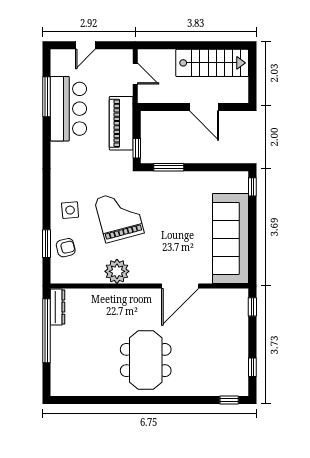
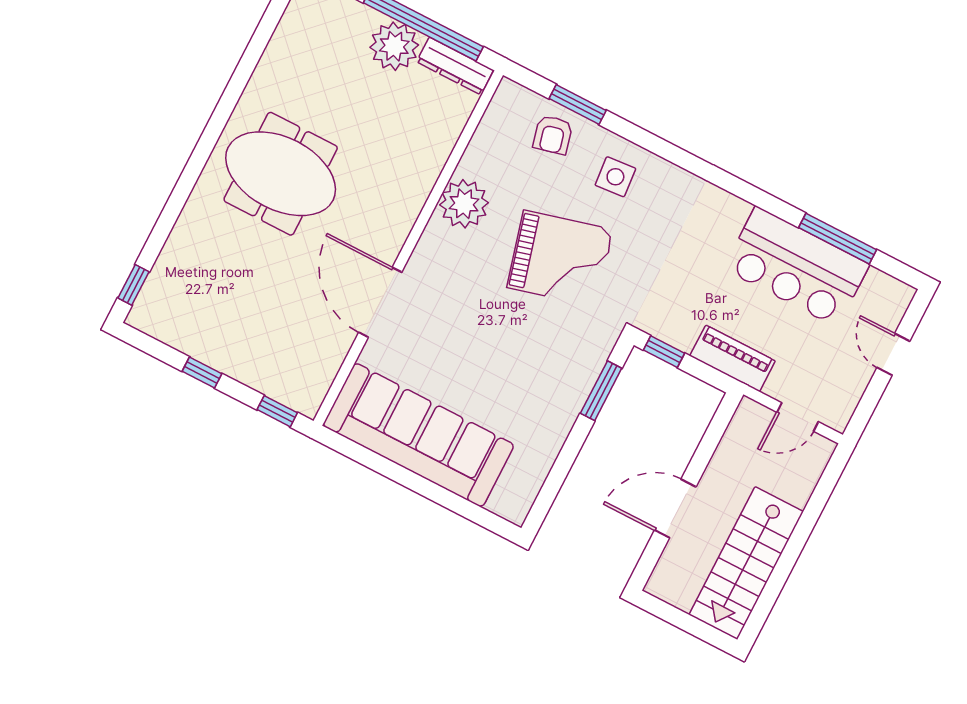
piano: (121, 123) -> (733, 358), width x0.73, depth x0.75
window: (252, 187) -> (490, 521), removed
plant: (63, 339) -> (394, 46), added
window: (252, 367) -> (202, 372), moved

